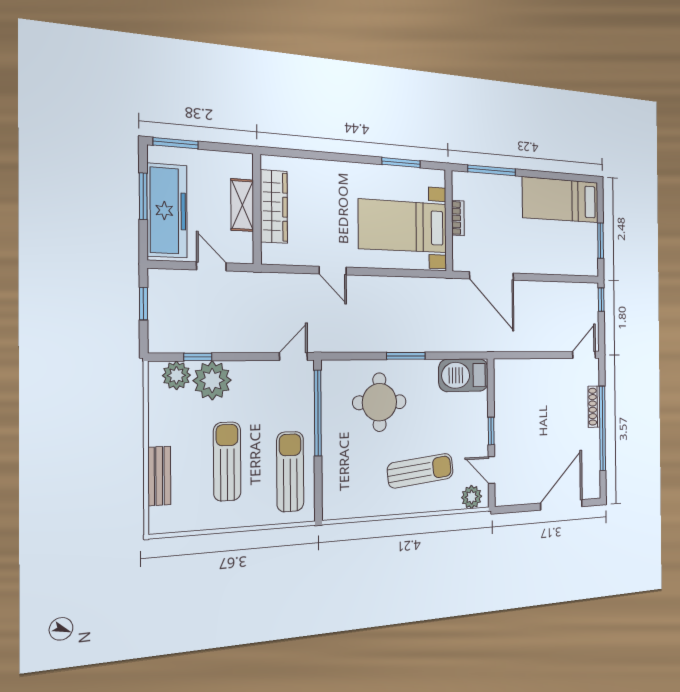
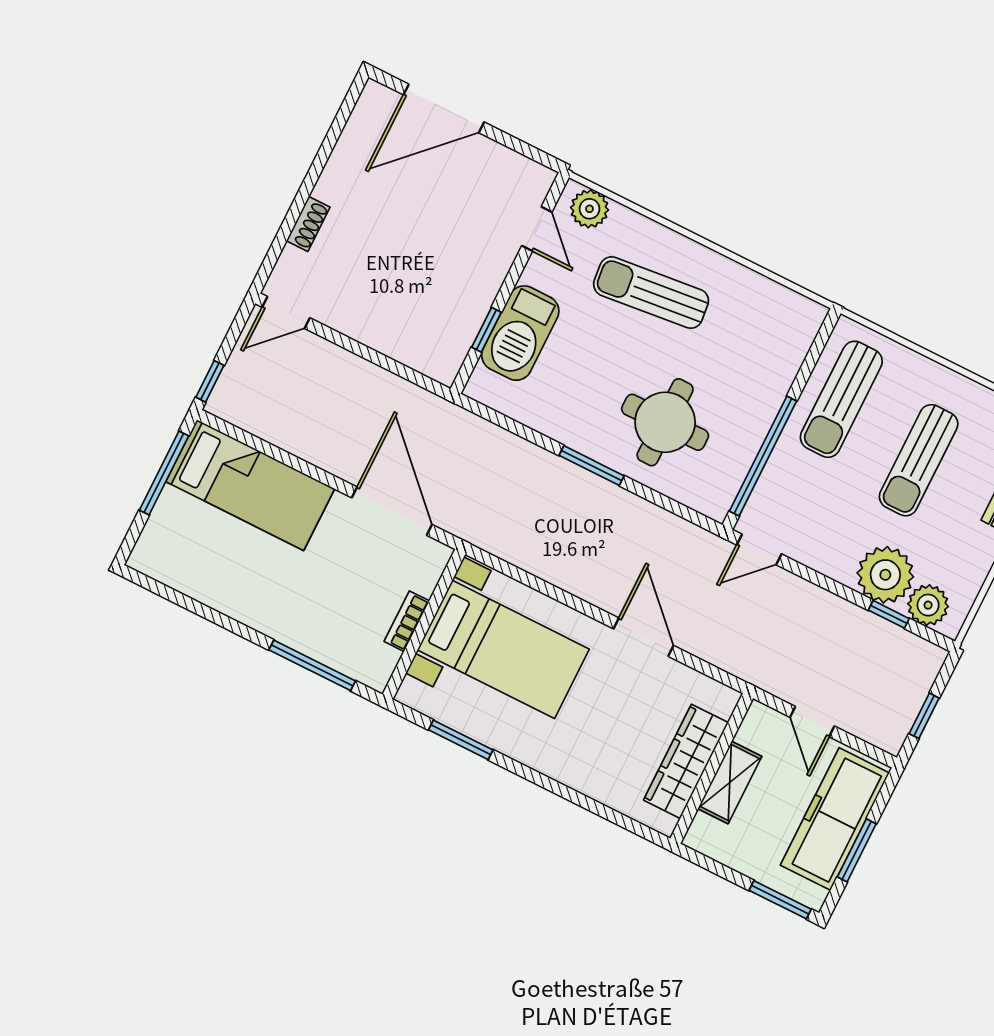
bed: (561, 200) -> (250, 485), moved
window: (601, 241) -> (164, 473), width x1.44
door: (333, 271) -> (643, 637), width x1.38
barbecue: (464, 375) -> (520, 333), moved, turned 90
shoe rack: (594, 407) -> (308, 224), width x0.70
window: (602, 428) -> (310, 182), removed
window: (491, 431) -> (486, 330), moved

